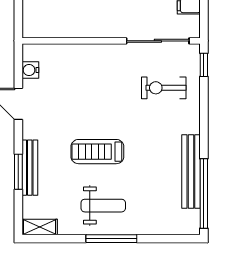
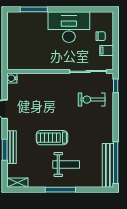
water cooler: (30, 70) -> (12, 78), moved
bench: (191, 172) -> (108, 165), moved
weight bench: (103, 206) -> (66, 164), moved

